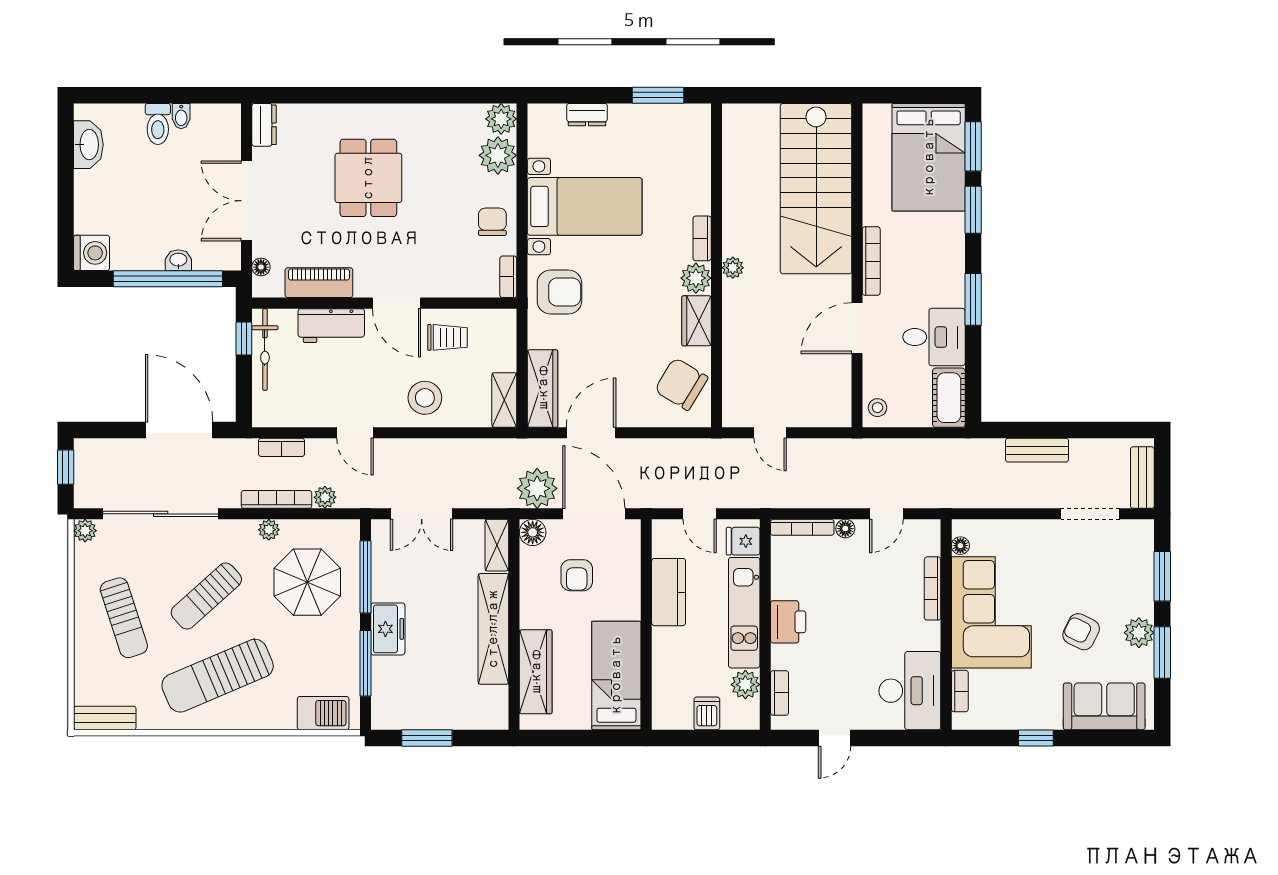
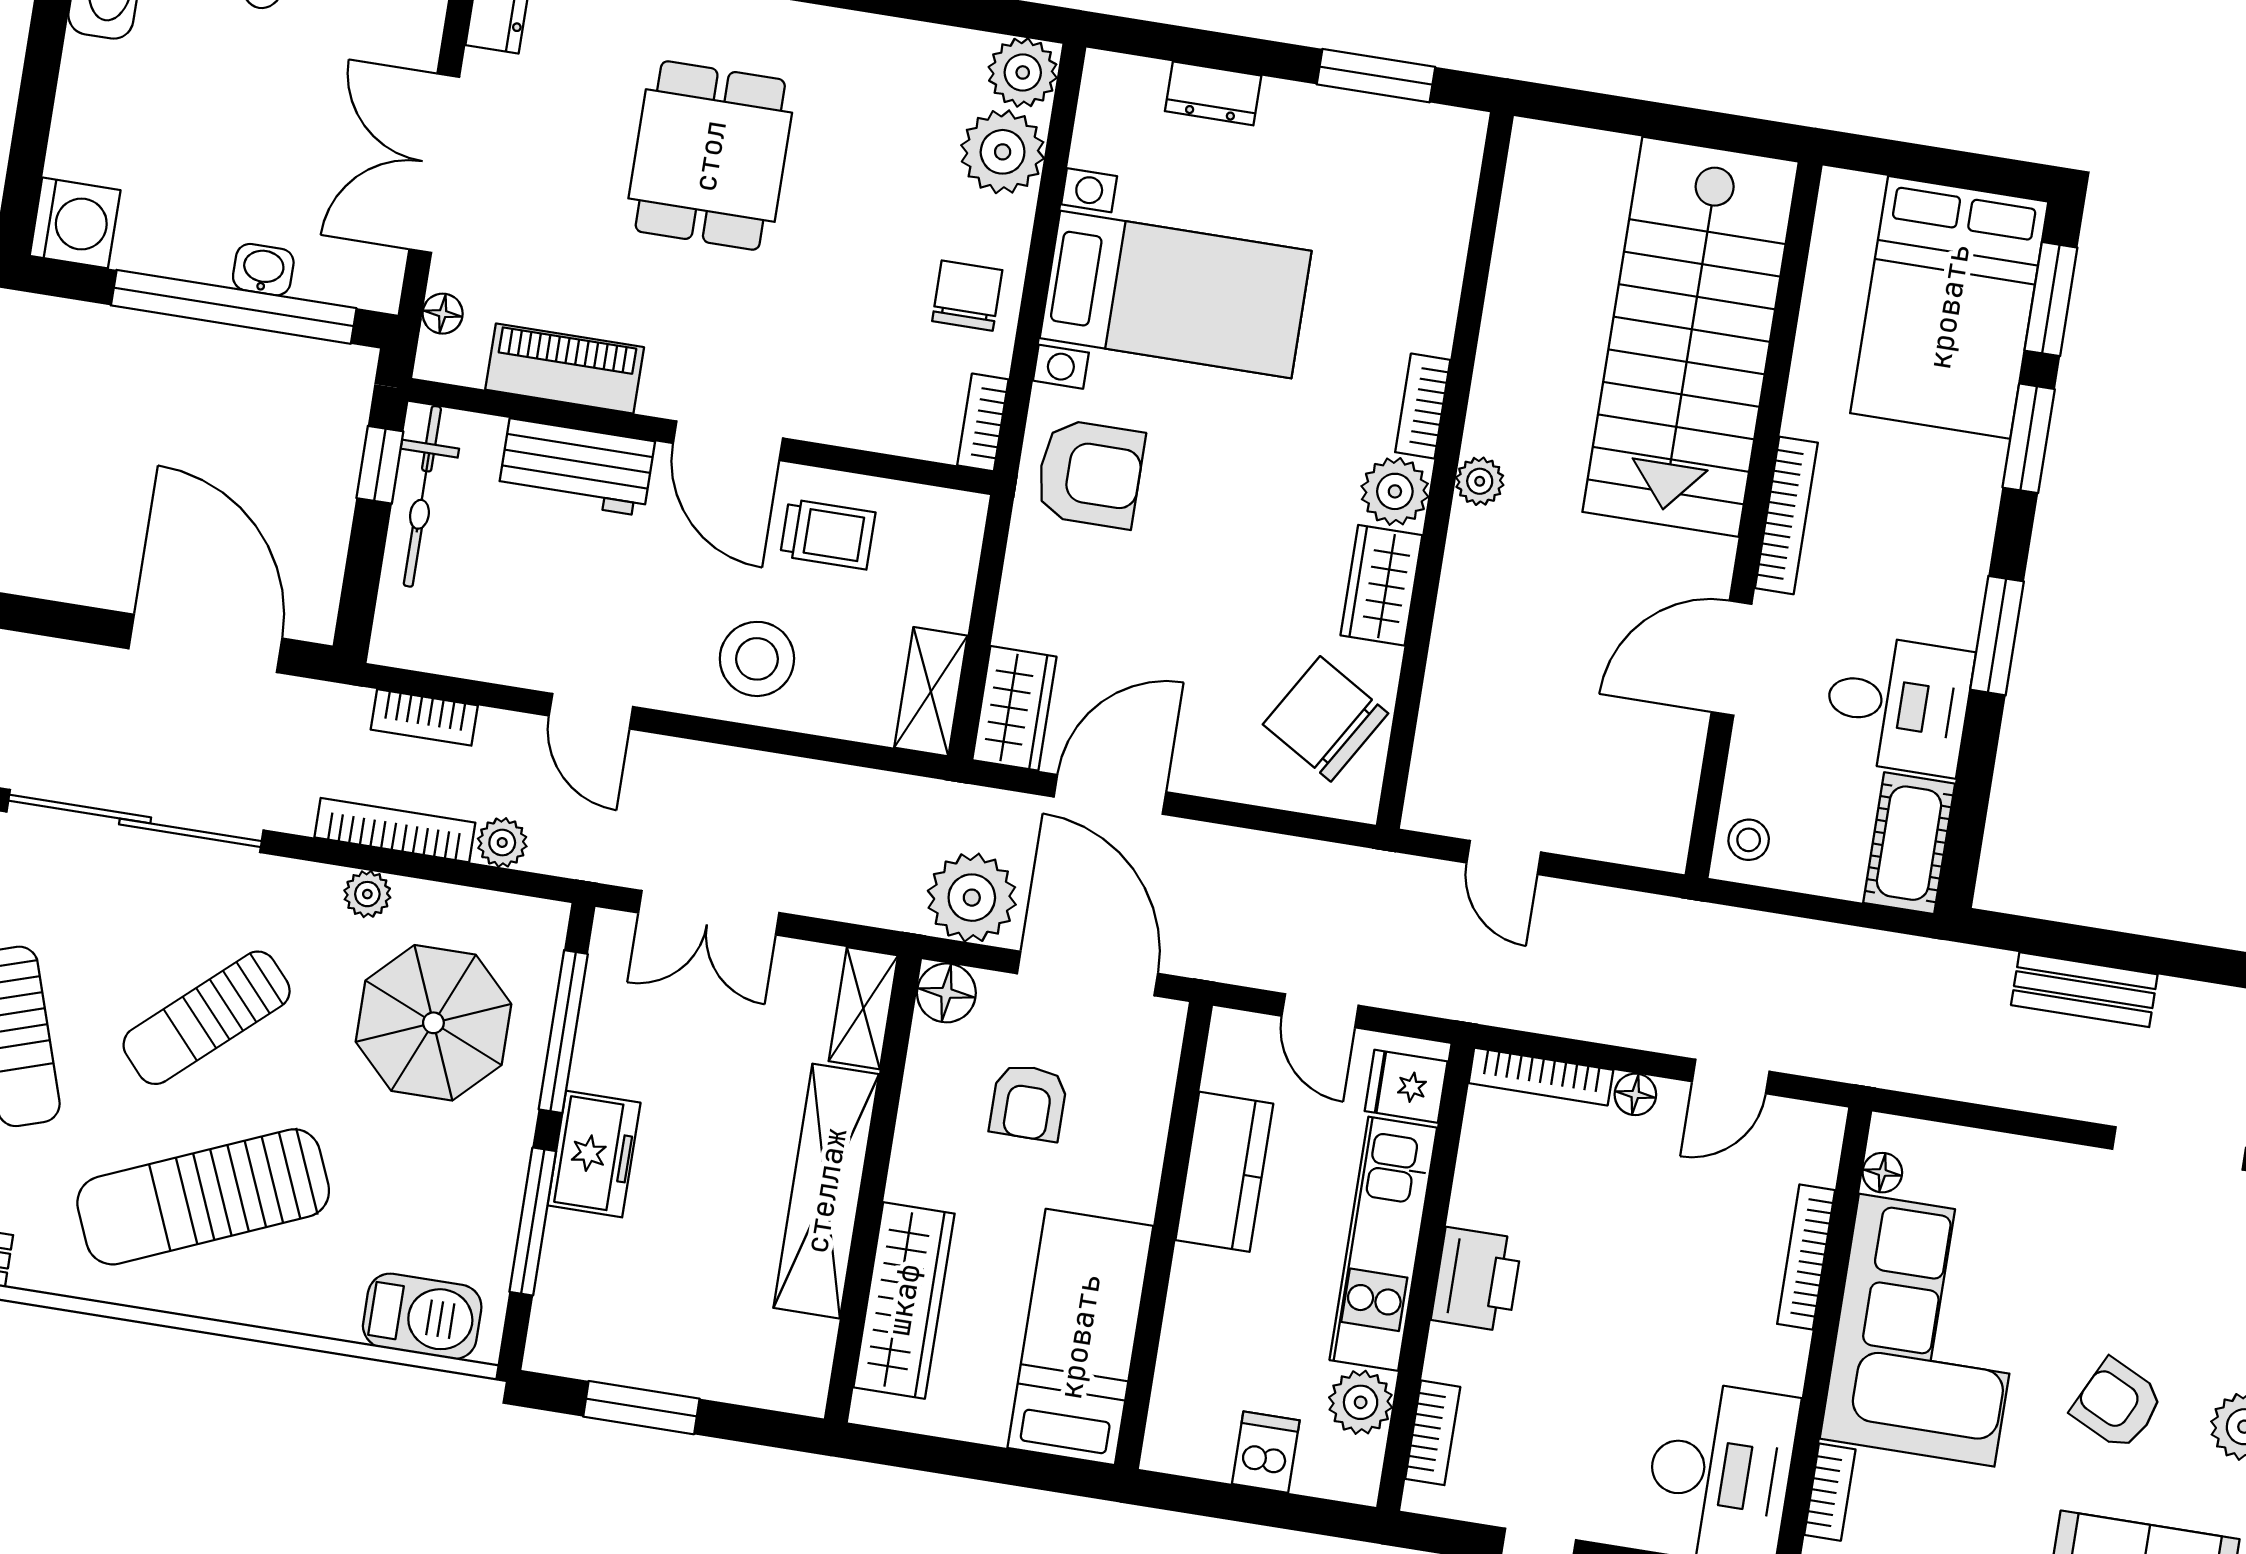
wardrobe: (543, 388) -> (1014, 708), width x0.67

